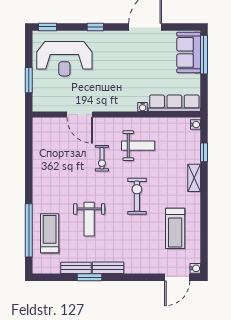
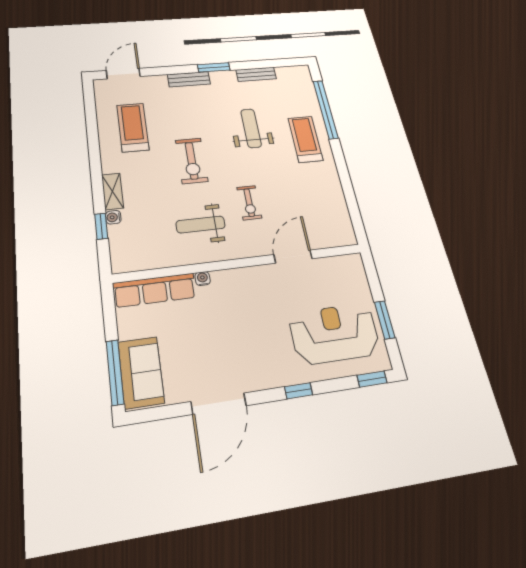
window: (29, 80) -> (385, 320), moved
door: (80, 115) -> (293, 257), hinge flipped
water cooler: (195, 125) -> (113, 217), moved
exercise bike: (102, 158) -> (249, 203), turned 180
treadmill: (50, 233) -> (305, 139), moved, turned 180
bench: (108, 268) -> (189, 79), moved
water cooler: (195, 268) -> (100, 85), removed
window: (89, 277) -> (214, 67), moved

